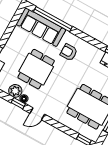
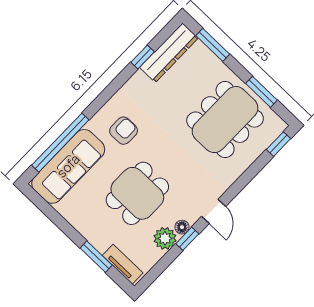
armchair: (69, 52) -> (124, 131), turned 180
dining table: (36, 69) -> (137, 193), turned 90

